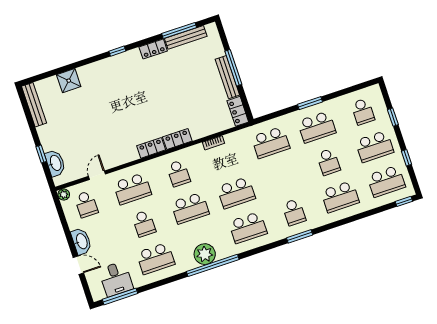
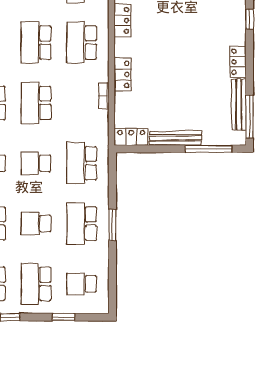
window: (179, 30) -> (249, 116), moved
window: (233, 68) -> (208, 149), moved
locker: (177, 139) -> (123, 74), moved
school desk: (178, 173) -> (82, 43), width x1.85
school desk: (282, 177) -> (36, 163), added

